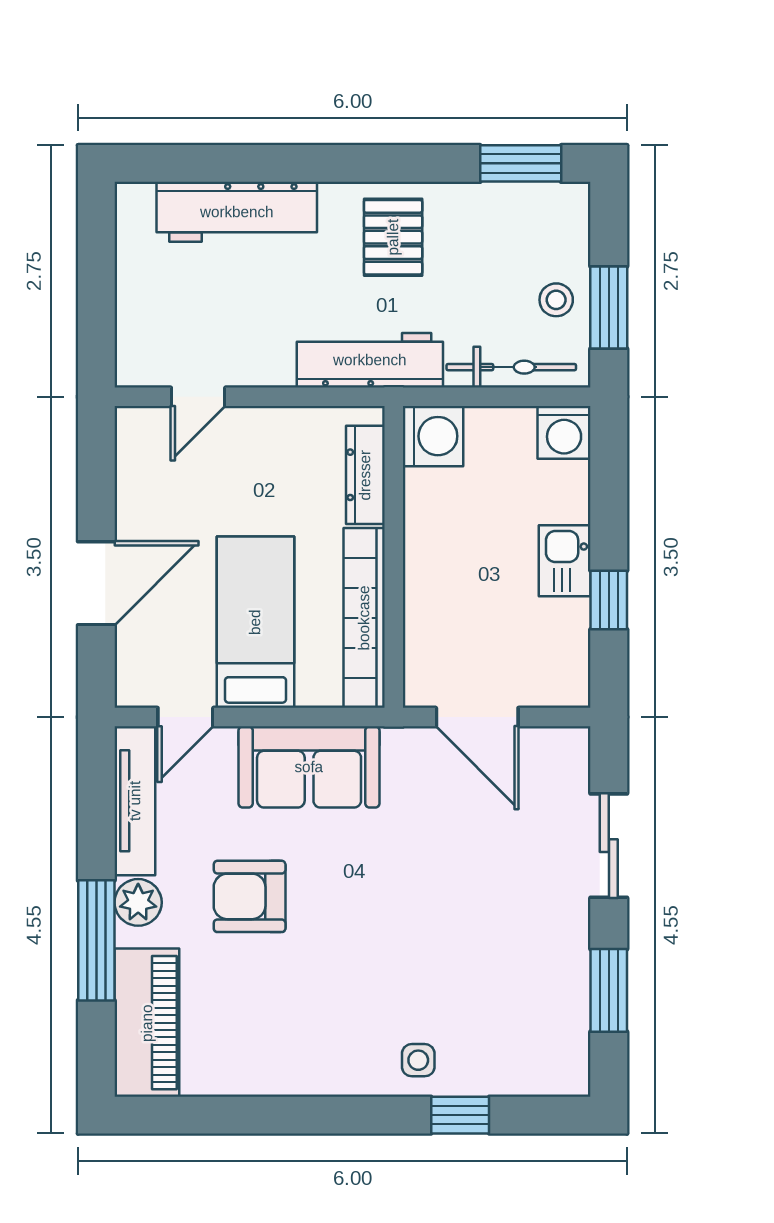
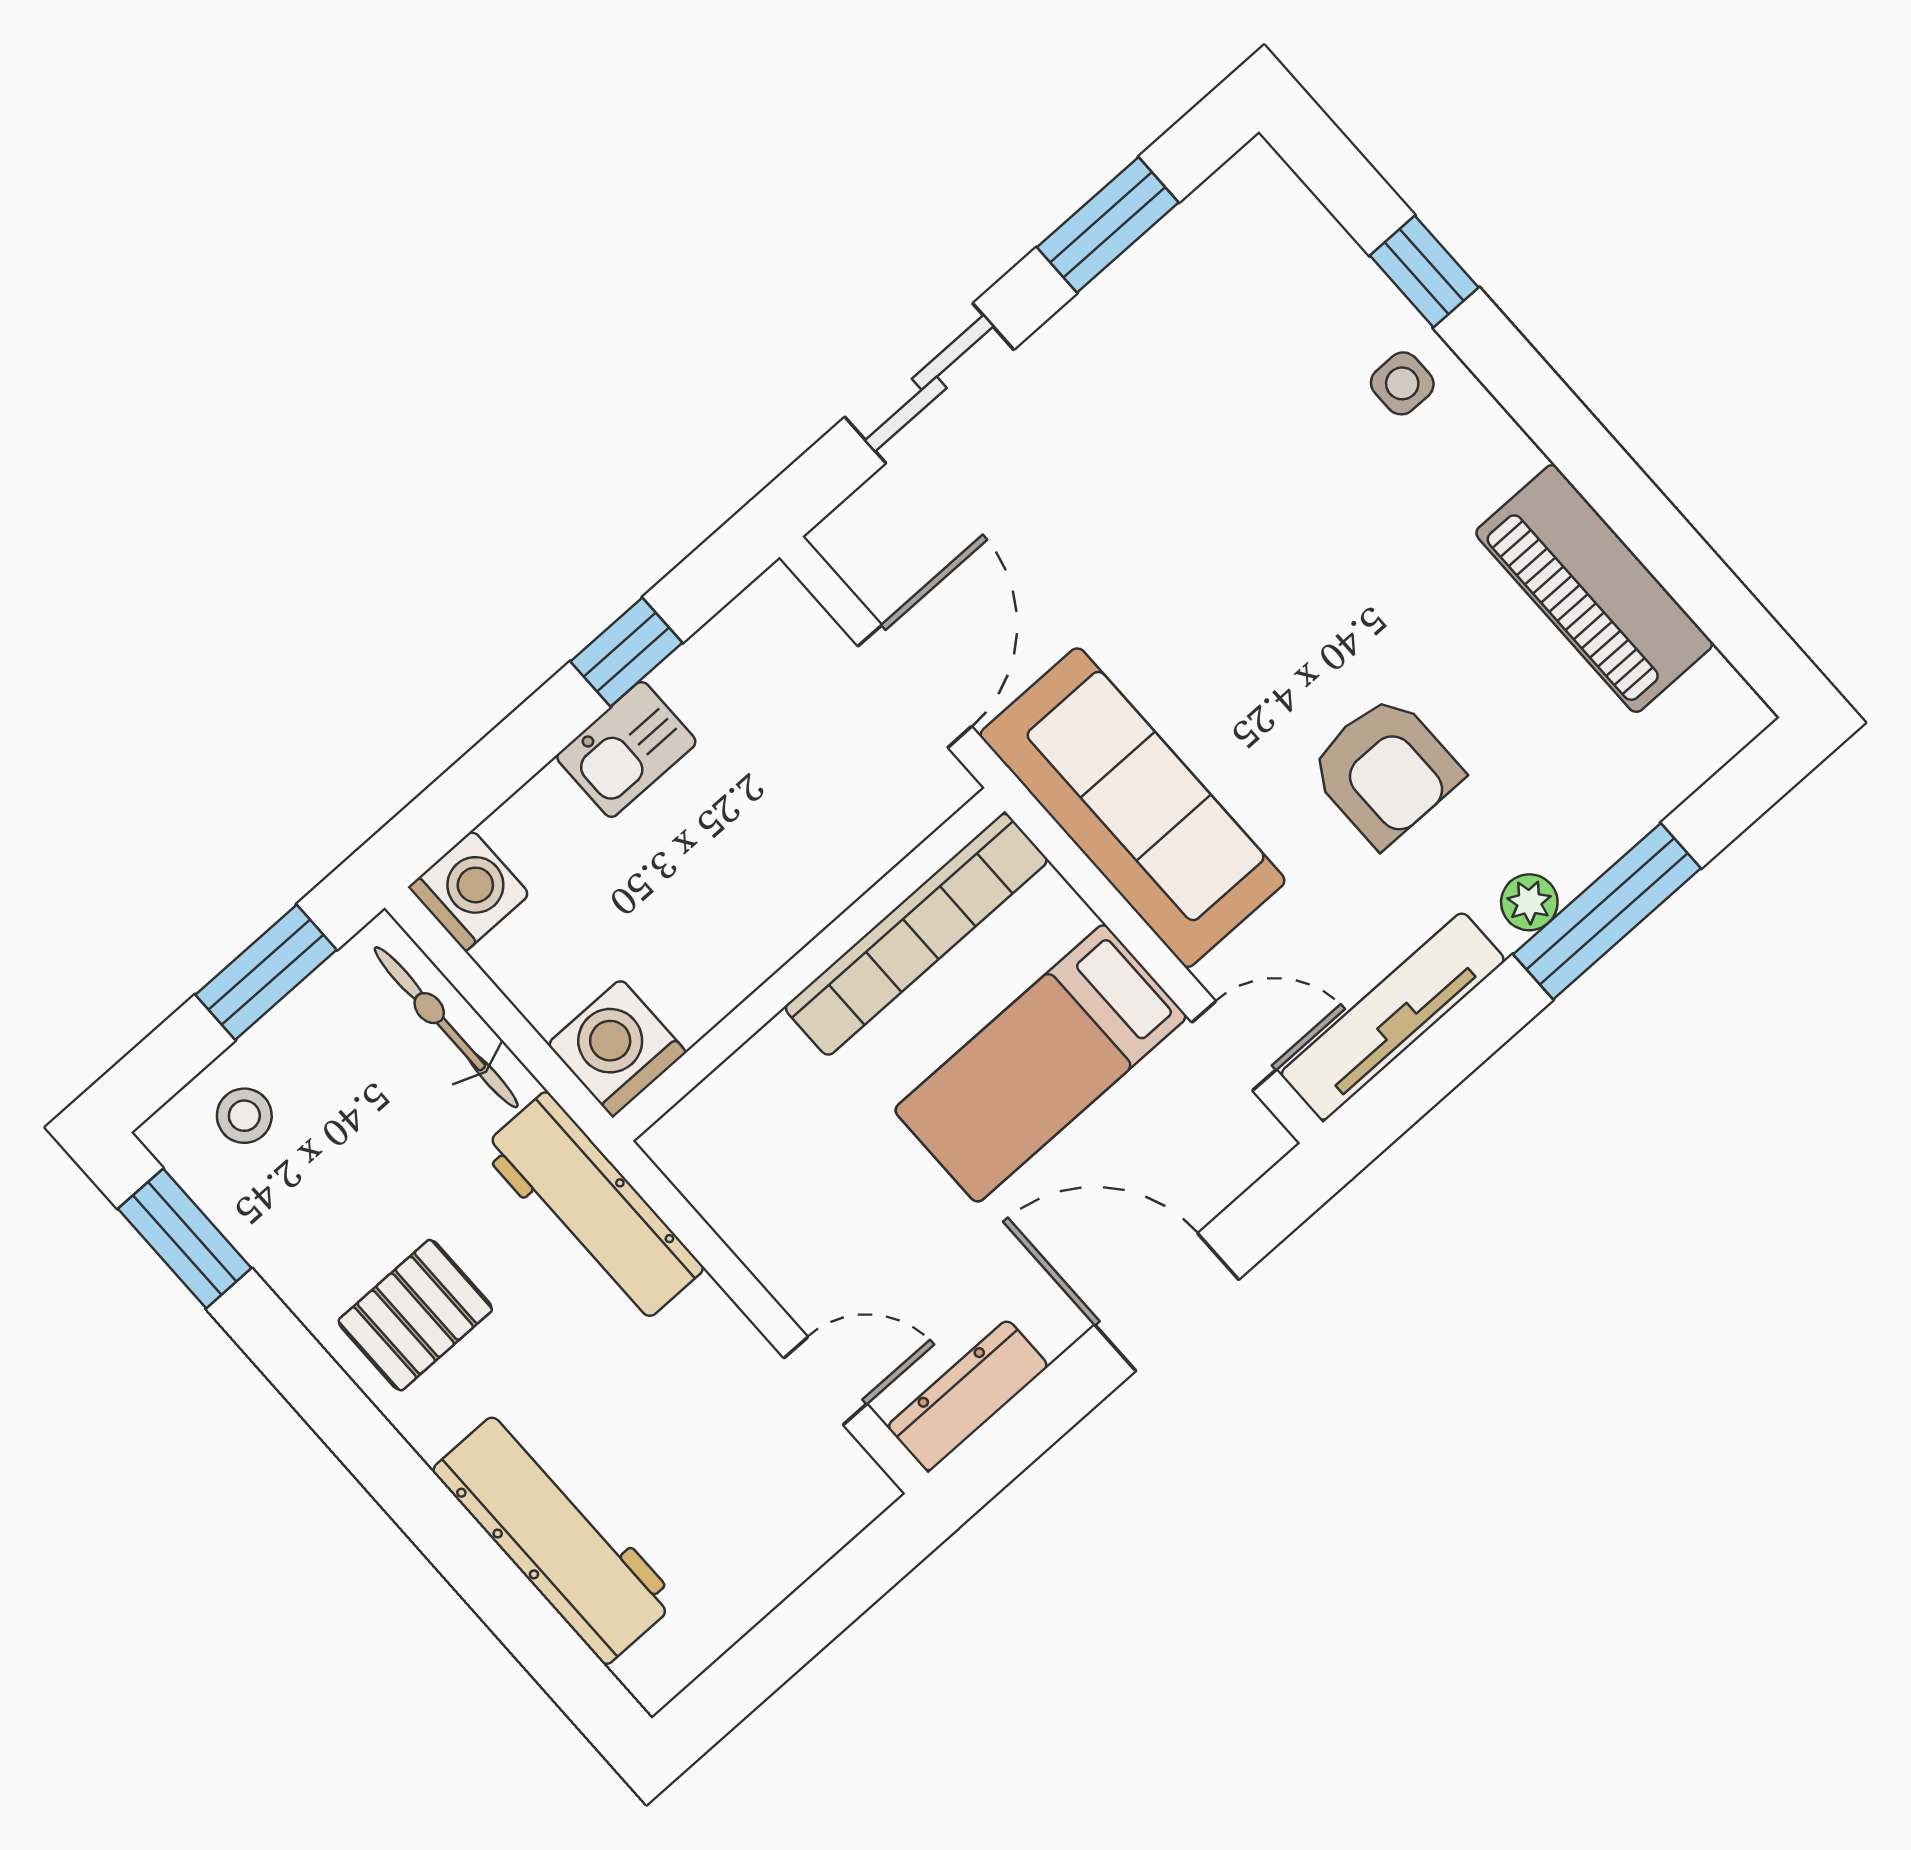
stool: (556, 300) -> (244, 1116), moved
dresser: (365, 475) -> (968, 1396), moved, turned 180
sofa: (309, 767) -> (1133, 808), width x1.36
plant: (138, 902) -> (1529, 902), width x0.73, depth x0.73
piano: (147, 1023) -> (1594, 589), moved, turned -90

